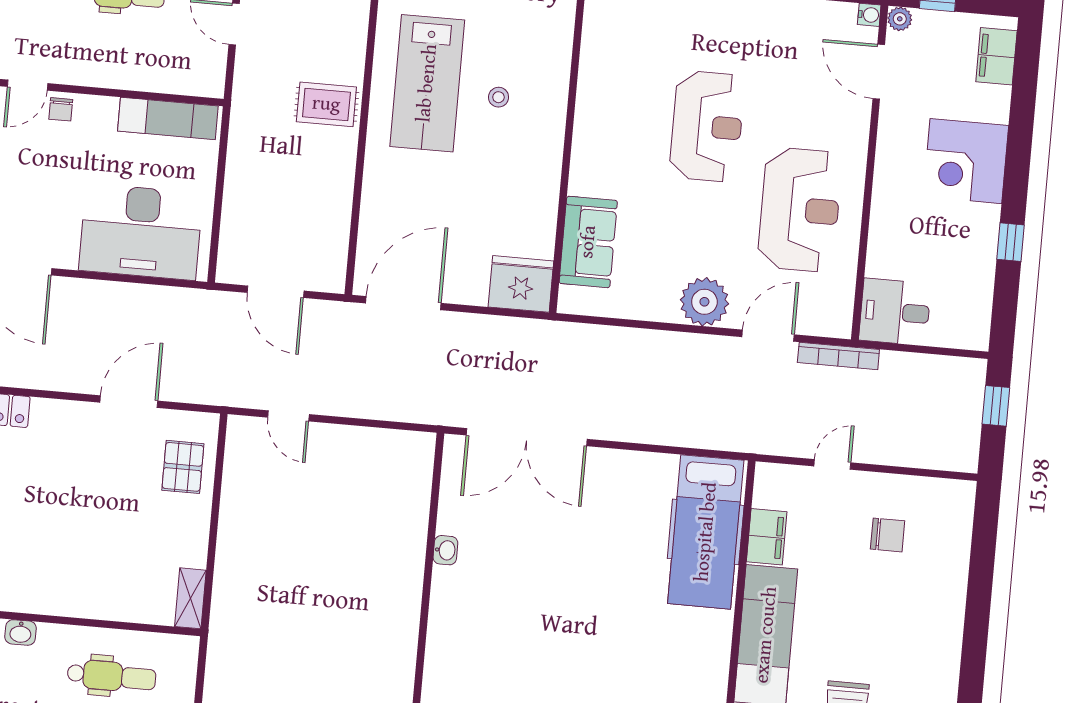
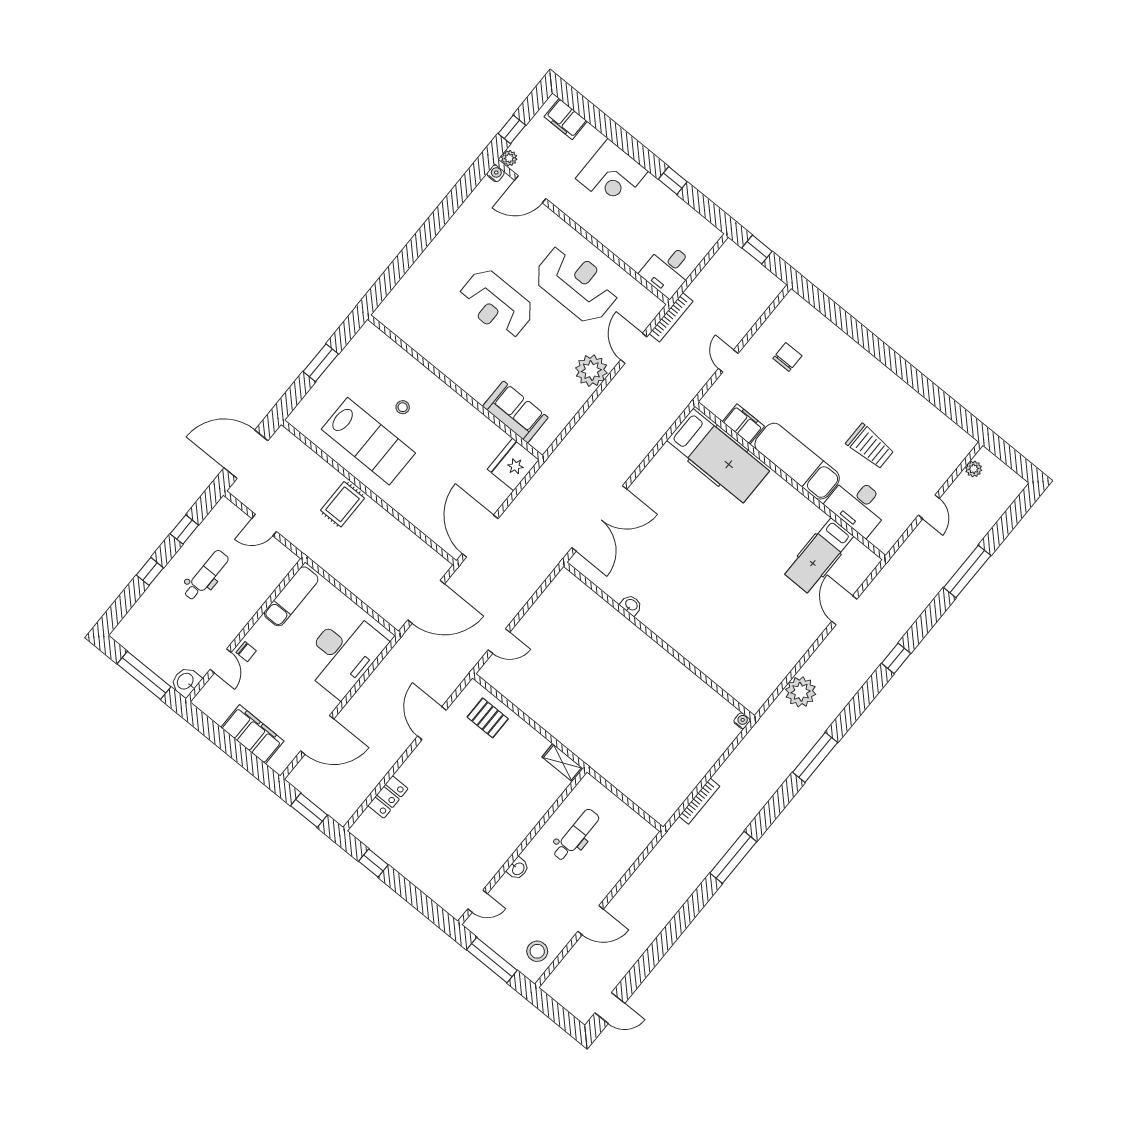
reception desk: (707, 126) -> (496, 304), turned 180
door: (276, 292) -> (426, 602), width x1.36

